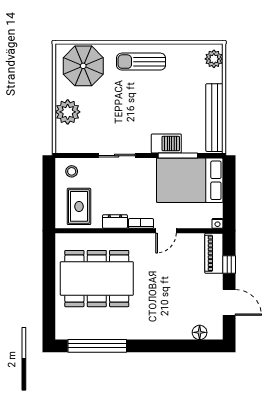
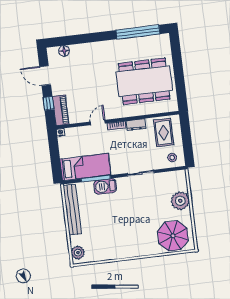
sun lounger: (141, 62) -> (131, 244), removed
bed: (190, 180) -> (85, 167), width x0.67

